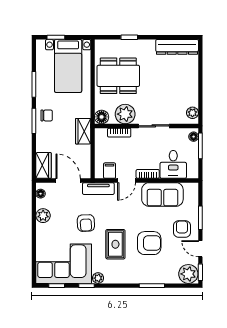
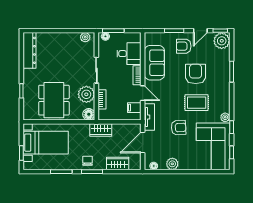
wardrobe: (44, 165) -> (118, 163), moved

